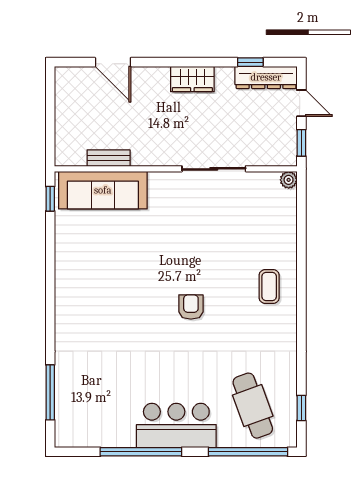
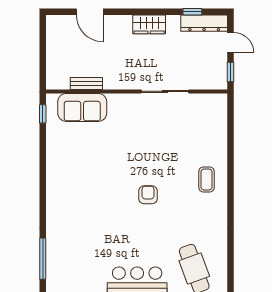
plant: (289, 180) -> (221, 100), removed
sofa: (103, 190) -> (82, 107), width x0.73
window: (301, 408) -> (231, 270), removed

